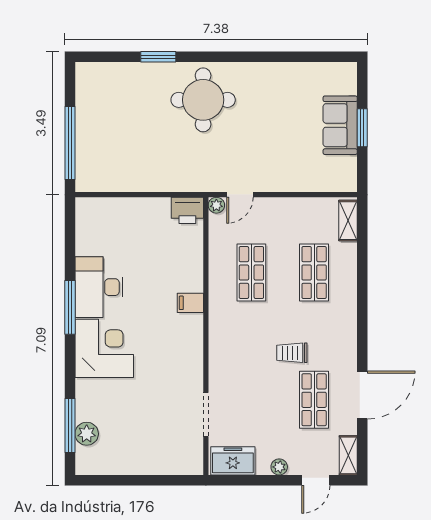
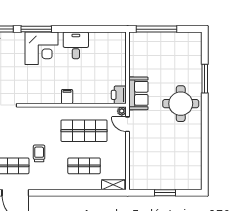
window: (158, 57) -> (205, 79), width x1.44
sofa: (340, 125) -> (138, 93), moved, turned 90
shop shelf: (251, 272) -> (84, 131), width x1.43, depth x1.36
desk: (99, 287) -> (76, 45), width x0.73
window: (70, 307) -> (36, 29), moved

